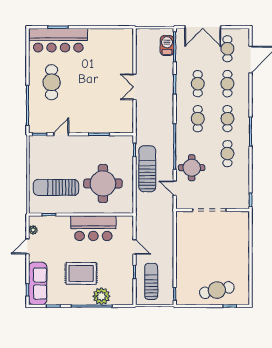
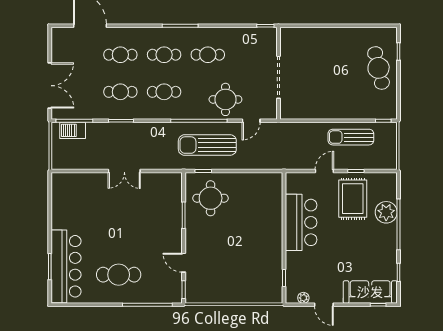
cafe table: (227, 49) -> (77, 55), removed
sun lounger: (147, 169) -> (207, 145), moved
round table: (103, 183) -> (211, 198), moved, width x0.73, depth x0.73
sun lounger: (56, 187) -> (250, 269), removed
rug: (81, 273) -> (353, 199), moved
sun lounger: (151, 281) -> (351, 137), moved

